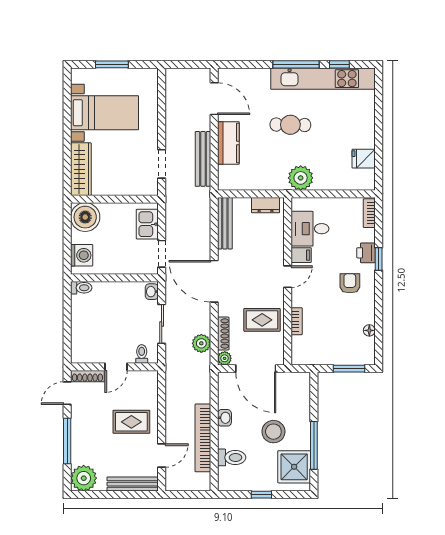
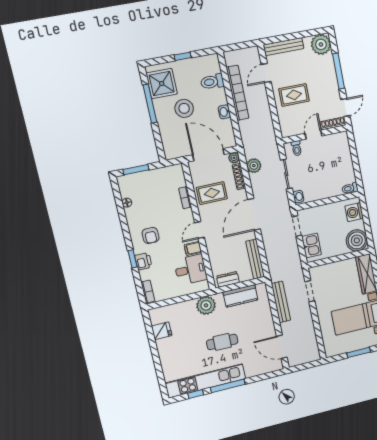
kitchen counter: (228, 143) -> (240, 296), moved, turned -90
door: (214, 281) -> (254, 214), swing flipped

